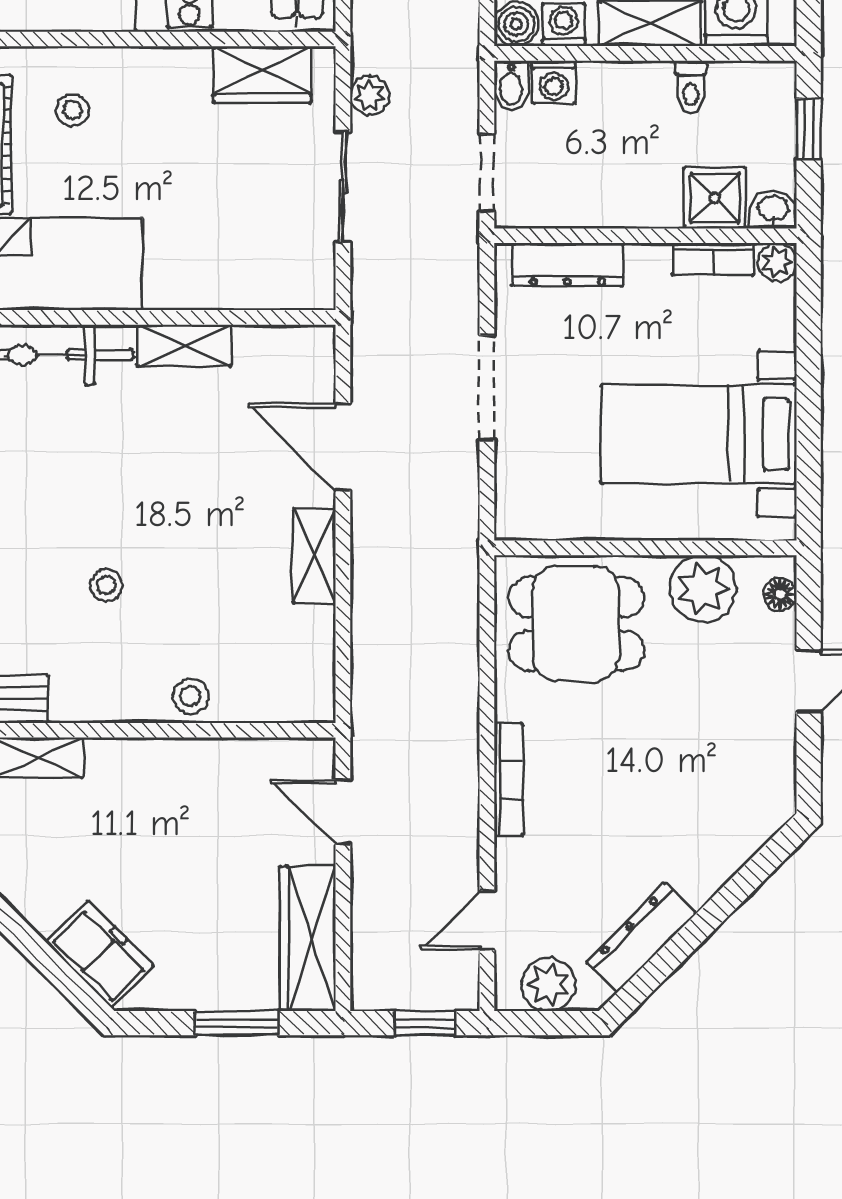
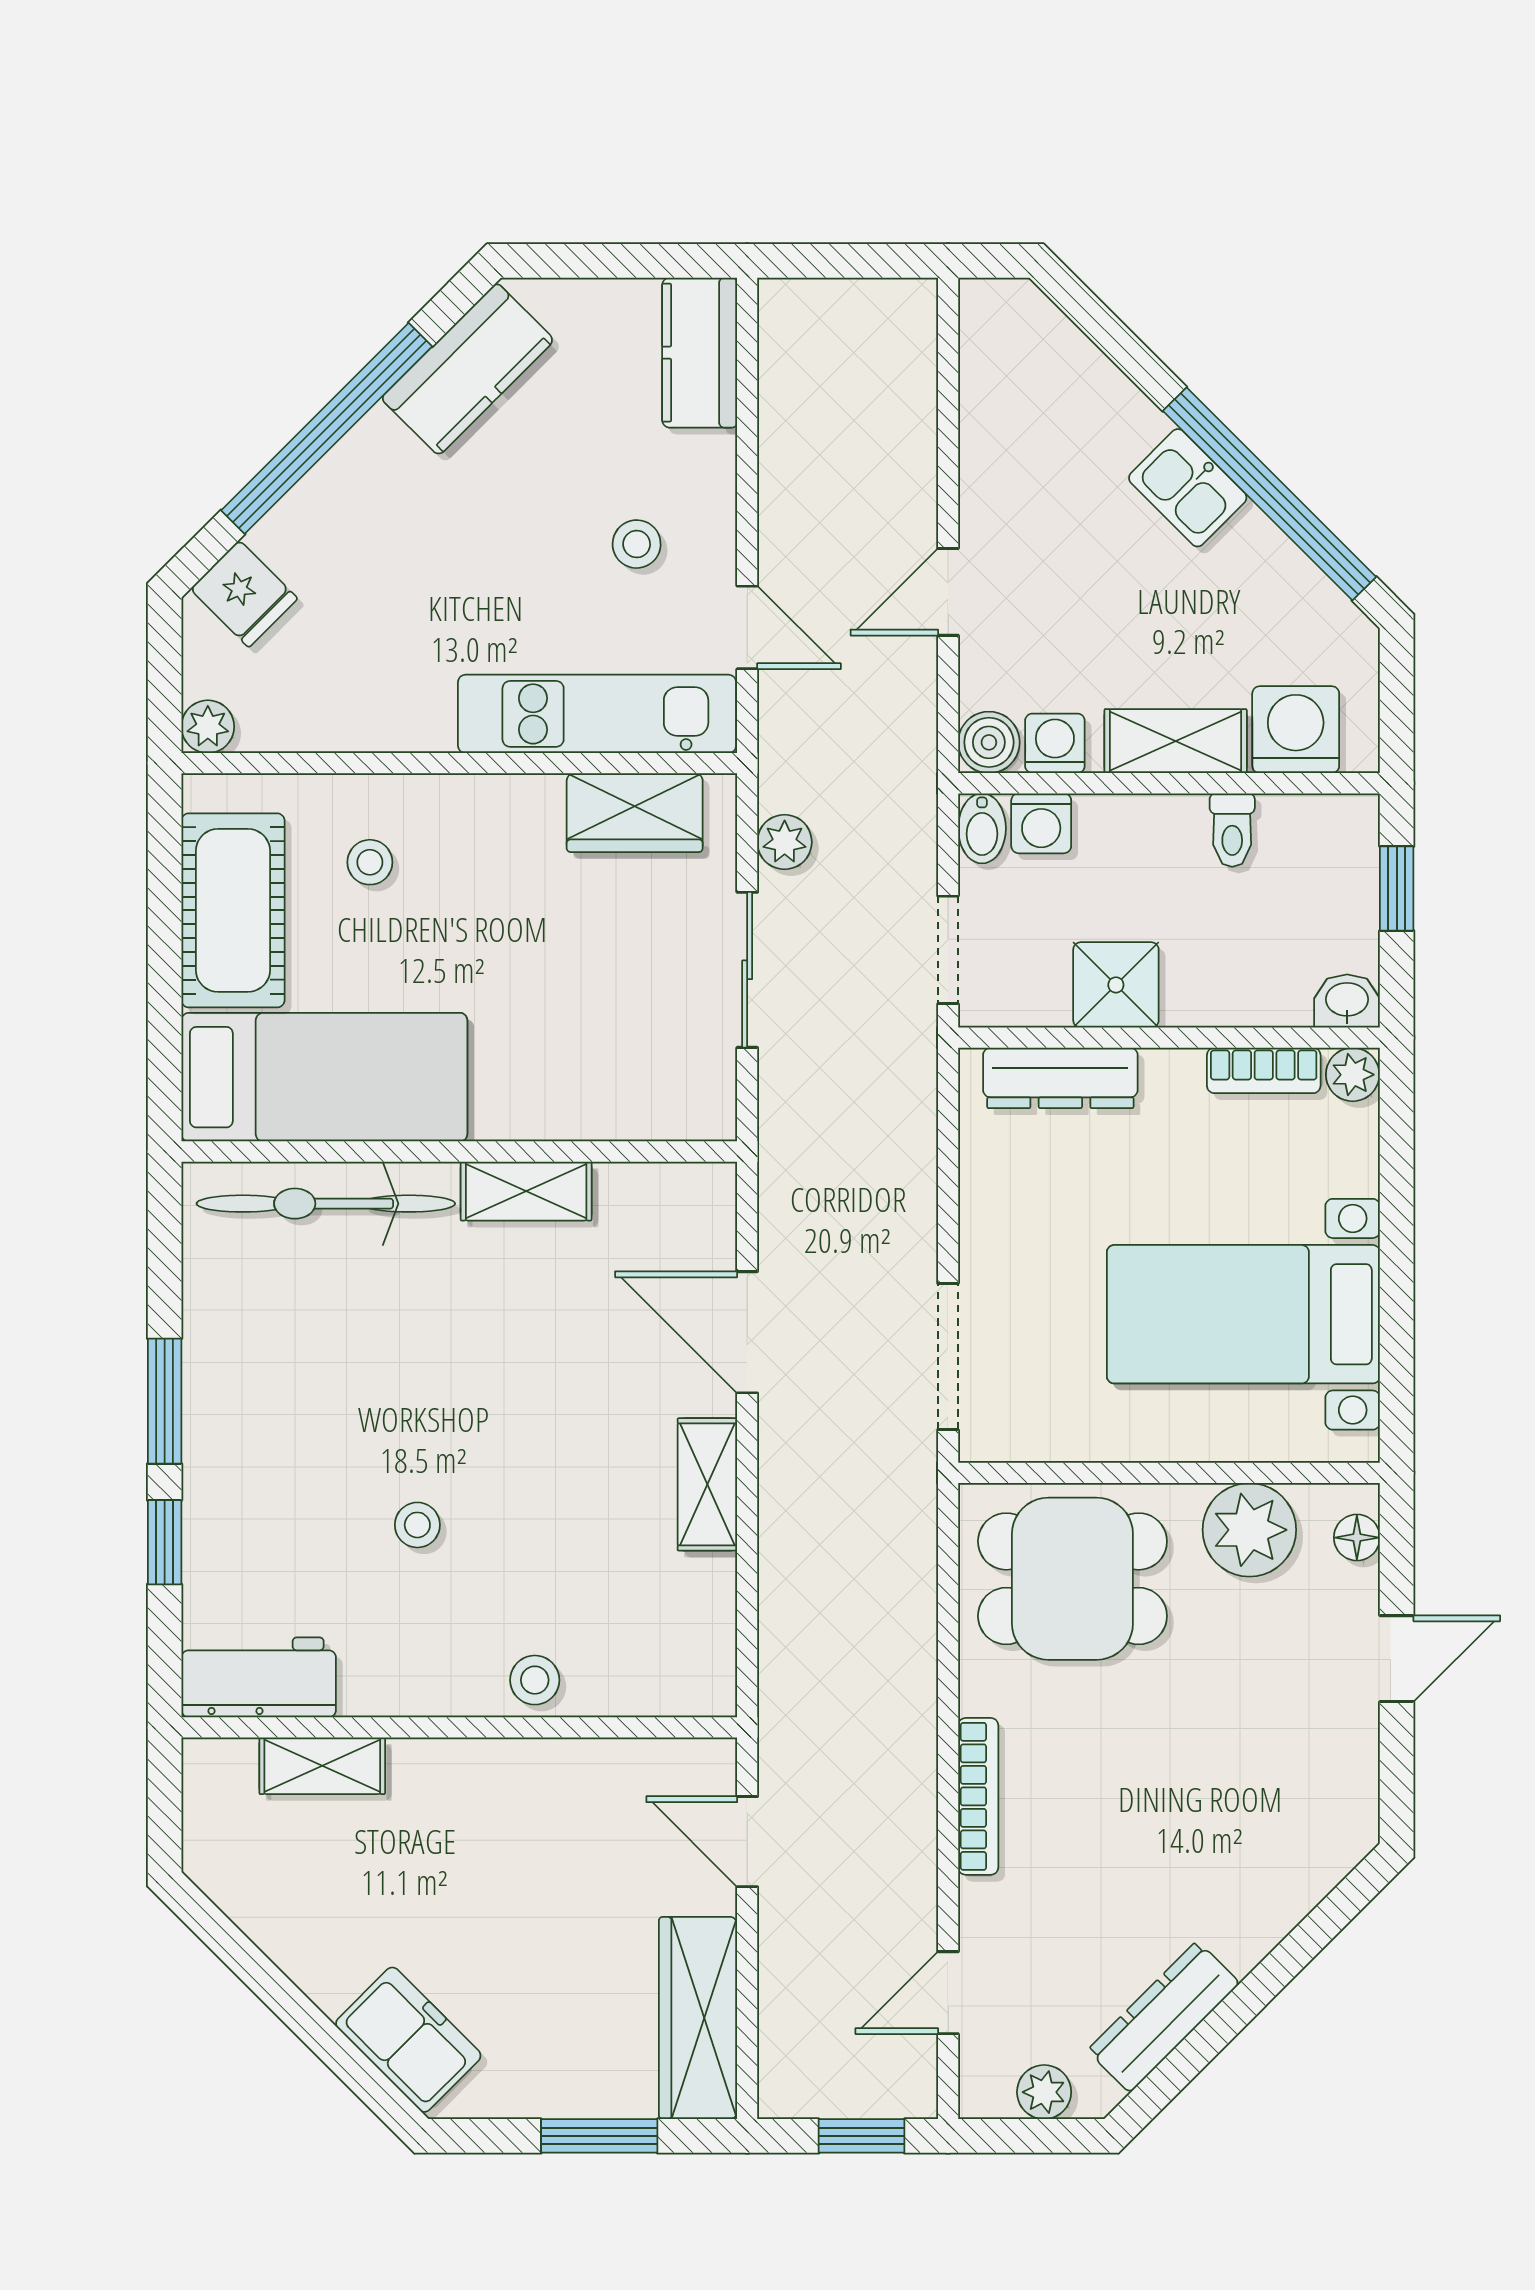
shower: (715, 198) -> (1116, 985), moved
doorway: (487, 388) -> (948, 1357), moved
plant: (548, 984) -> (1044, 2092), width x0.73, depth x0.73

